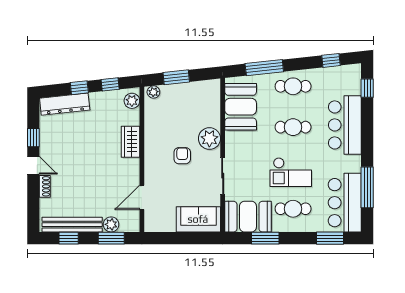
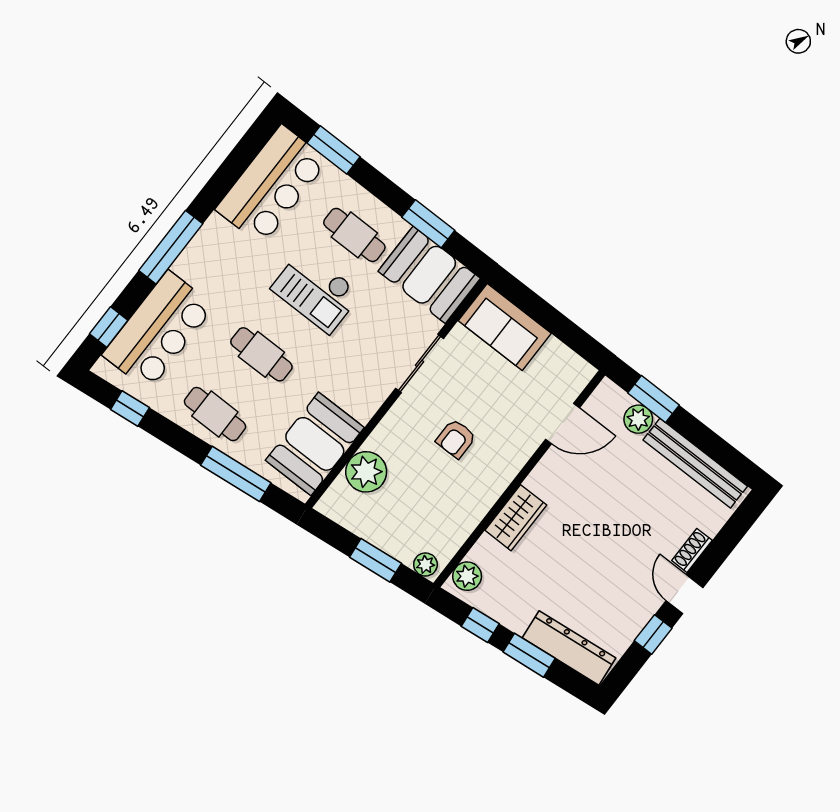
window: (79, 88) -> (529, 655), width x1.50
bar counter: (345, 125) -> (158, 330), moved
plant: (209, 139) -> (366, 472), moved
checkout: (291, 172) -> (316, 291), turned 180
window: (367, 187) -> (171, 247), moved
window: (69, 238) -> (716, 447), removed

